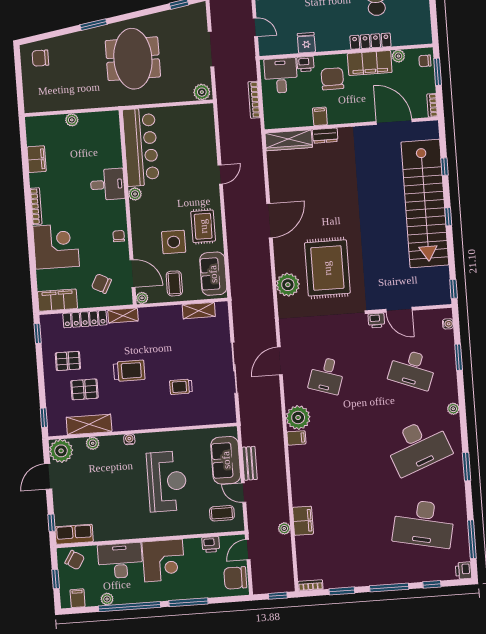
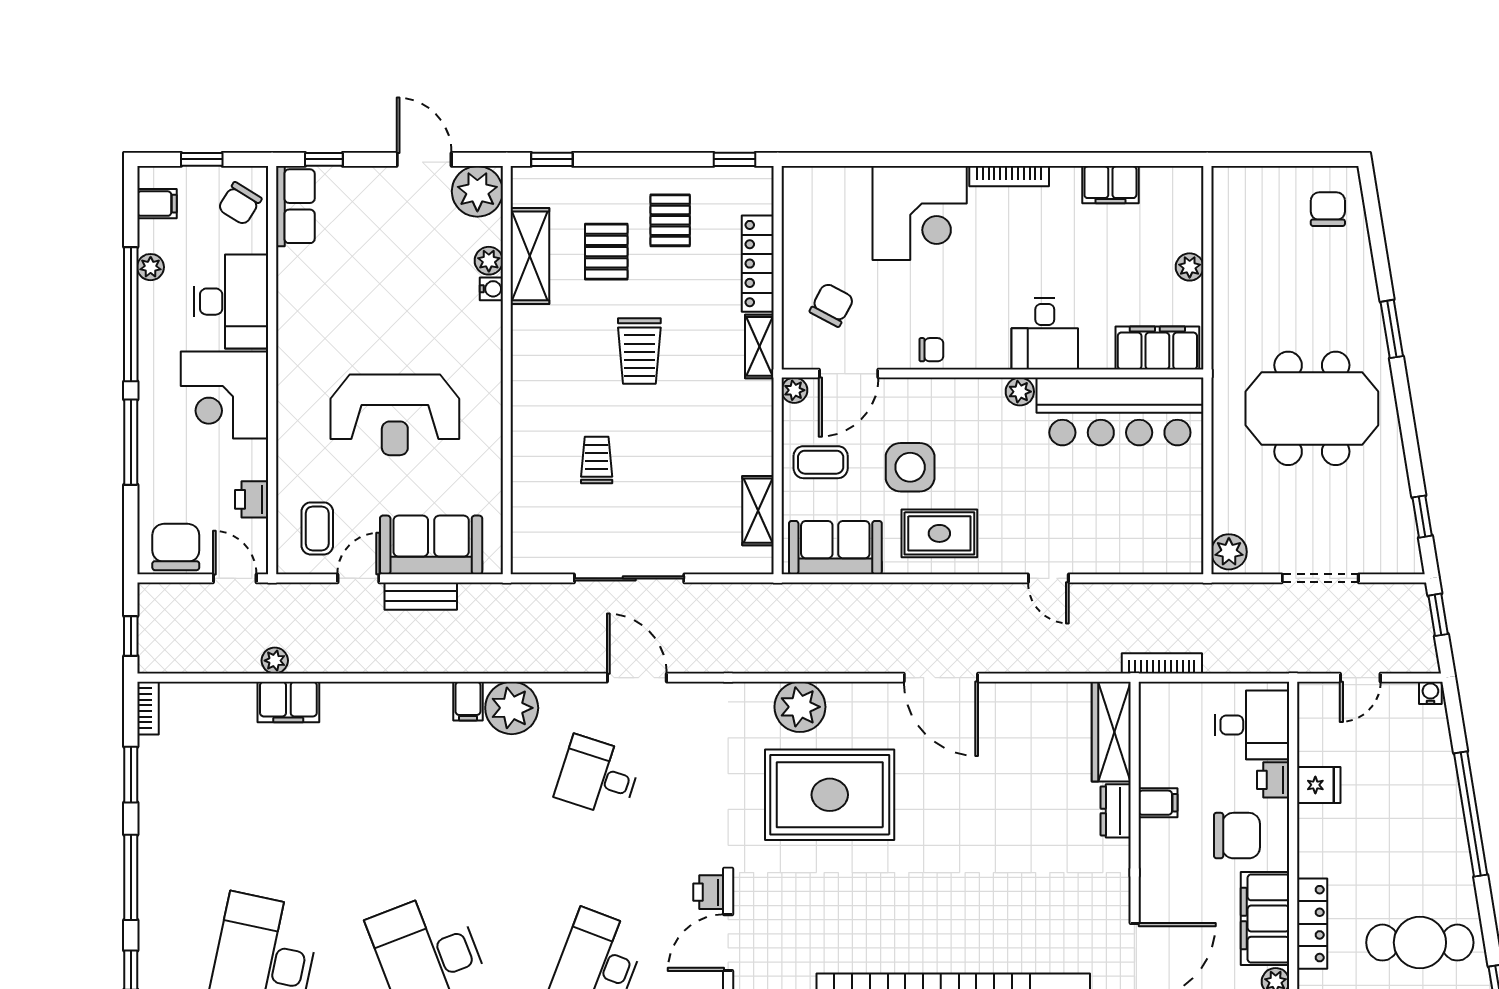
bookcase: (254, 100) -> (1162, 663), moved
filing cabinet: (58, 300) -> (1157, 348), moved, turned -90
water cooler: (129, 439) -> (491, 289), moved

